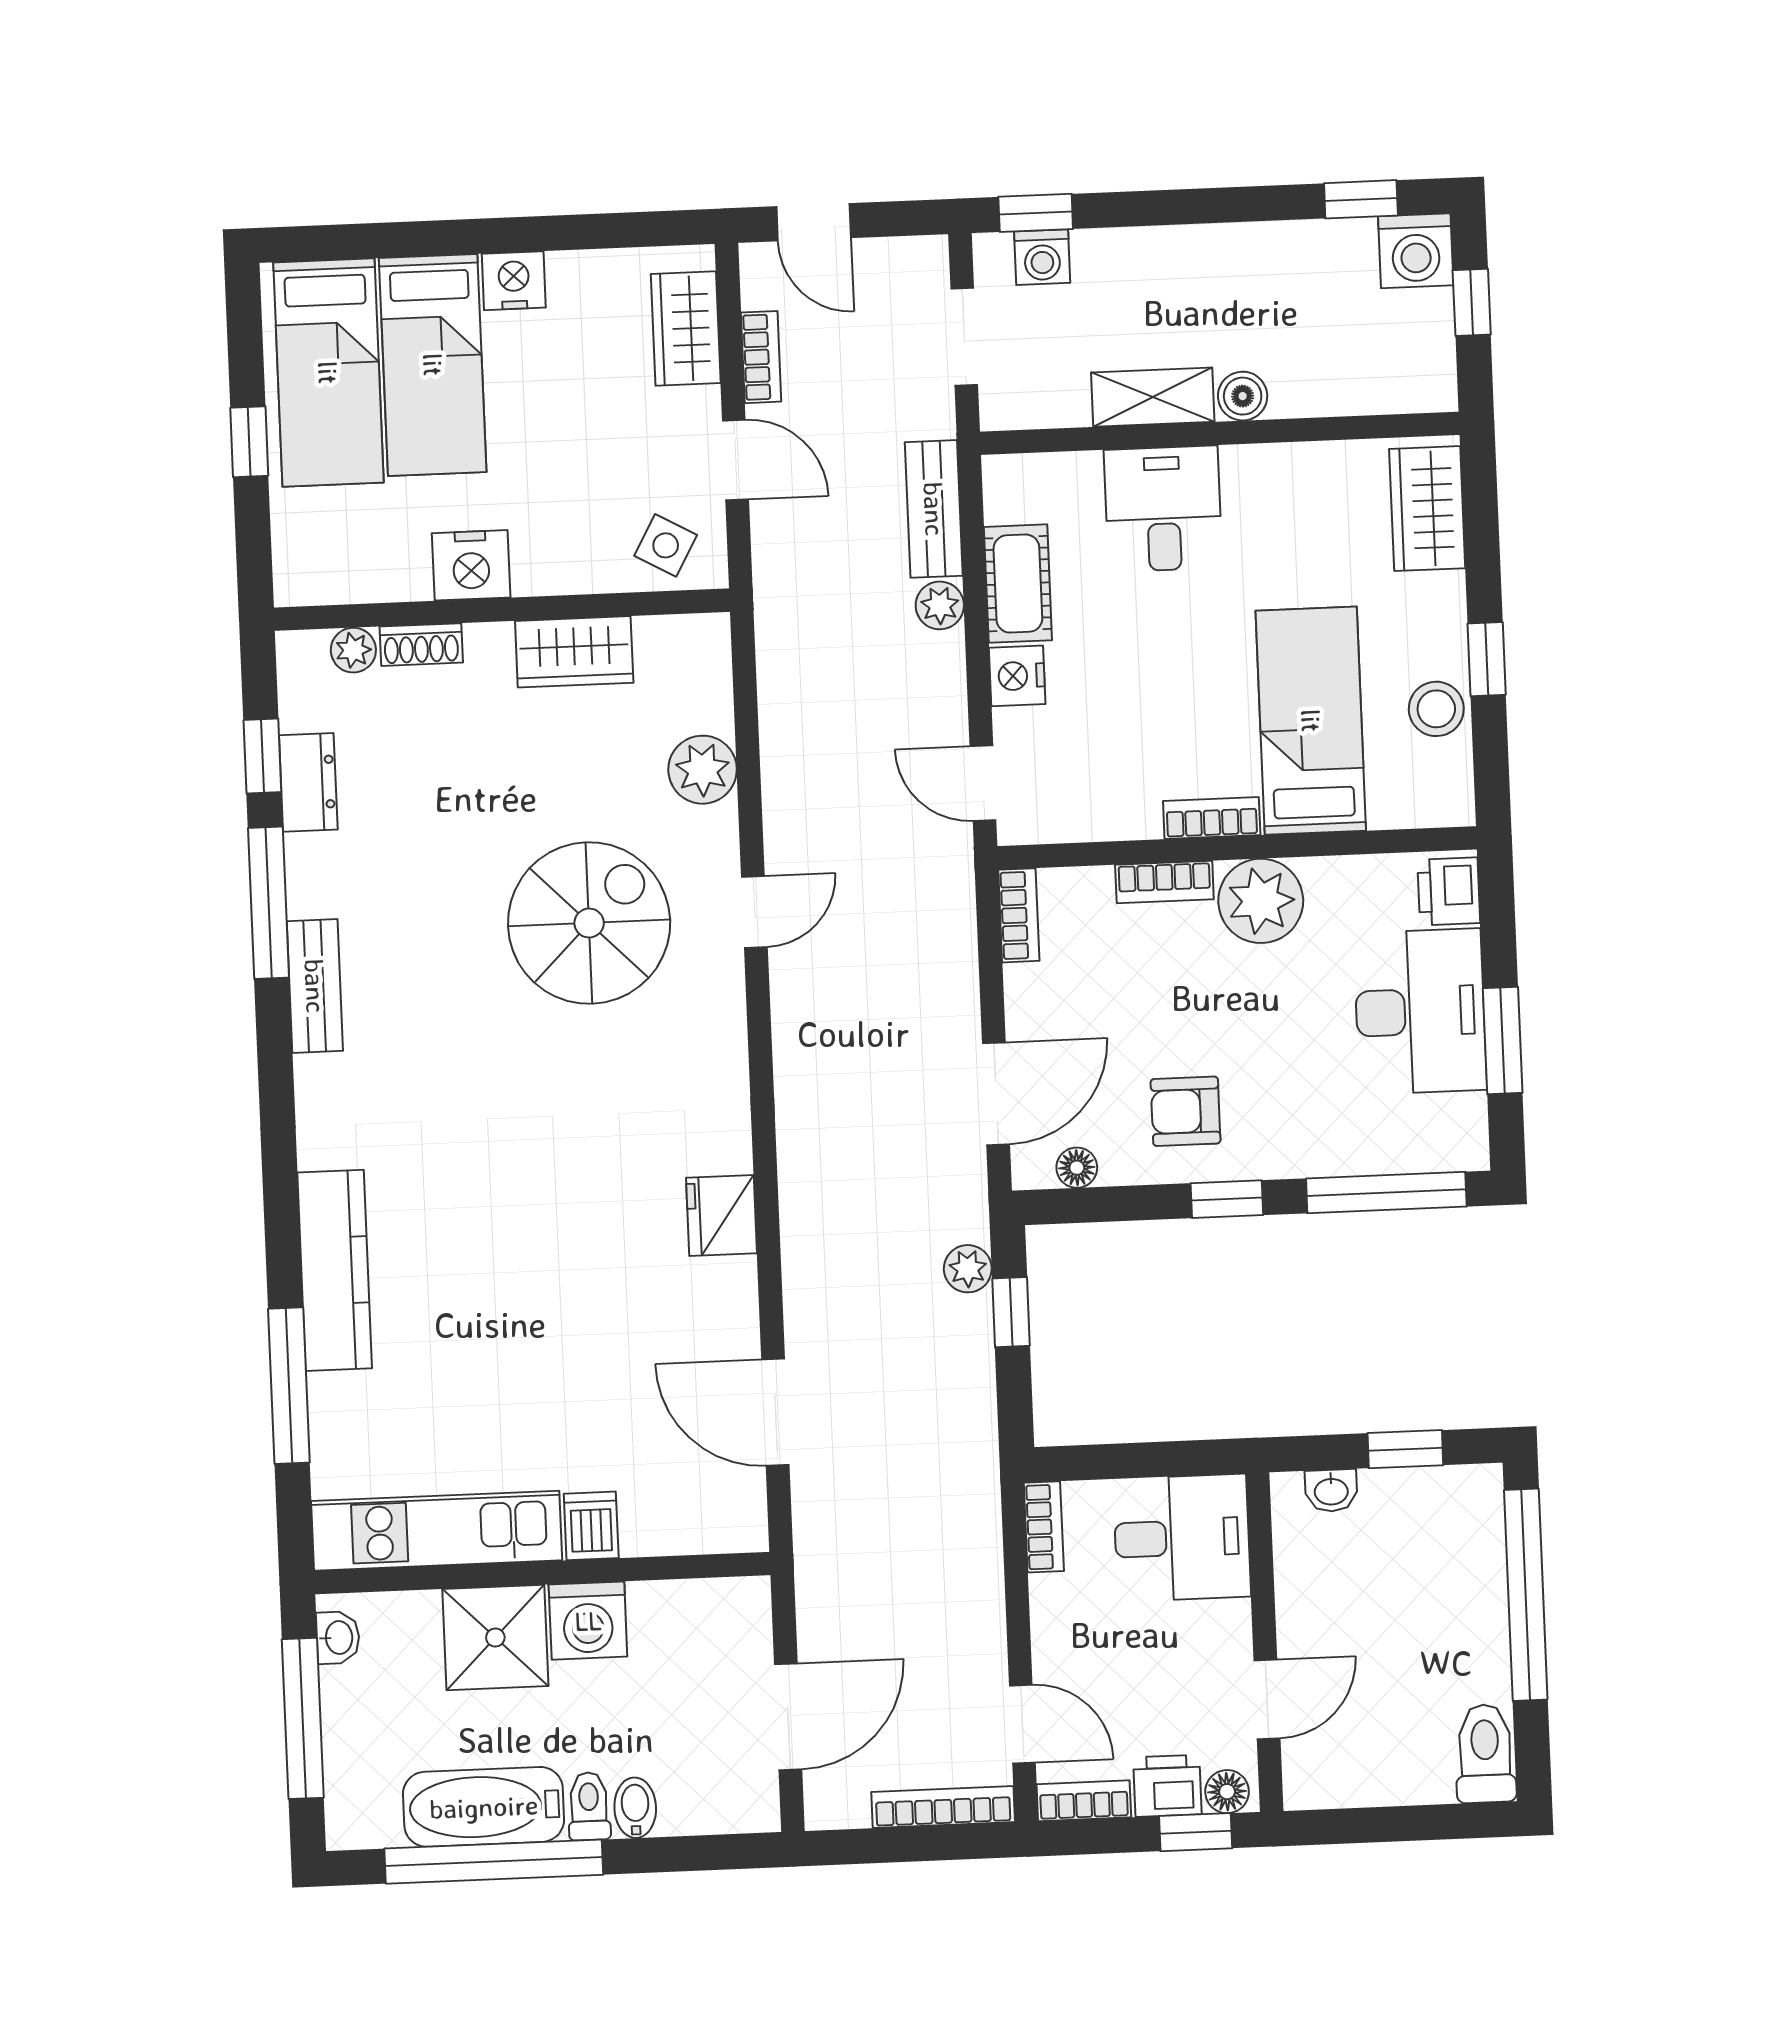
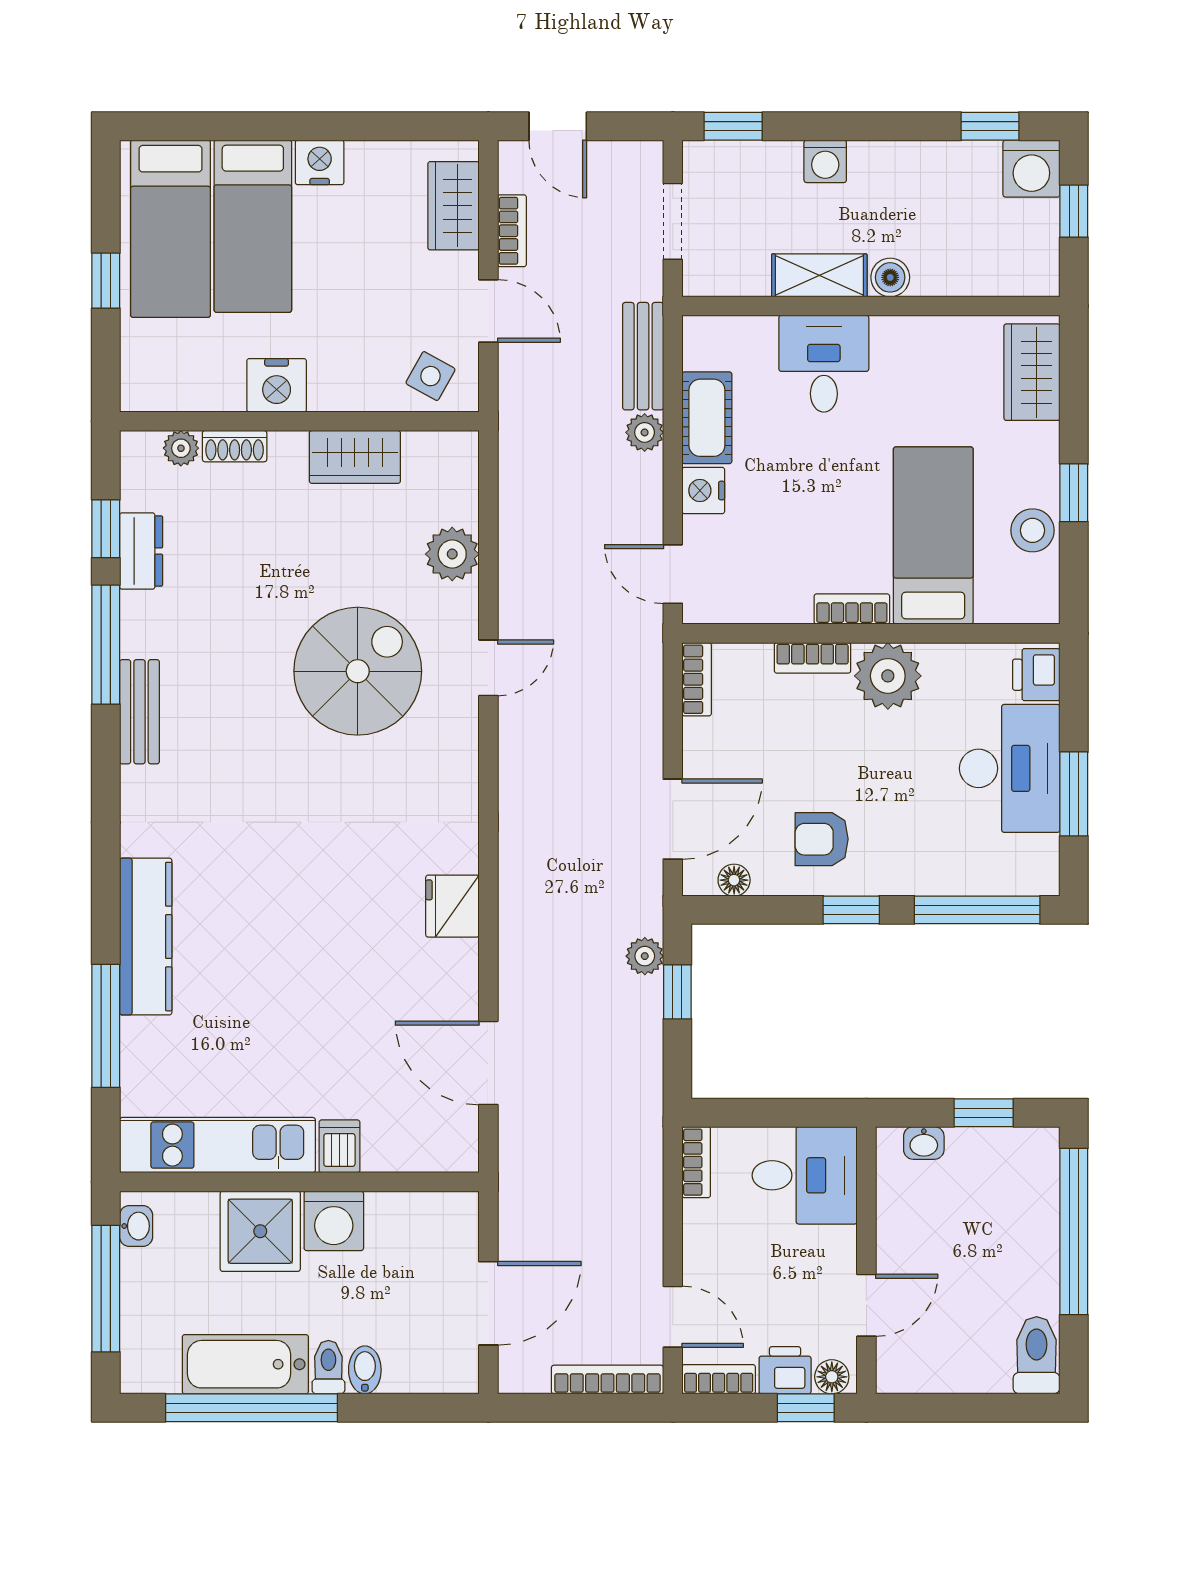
washing machine: (1042, 257) -> (825, 161), moved

